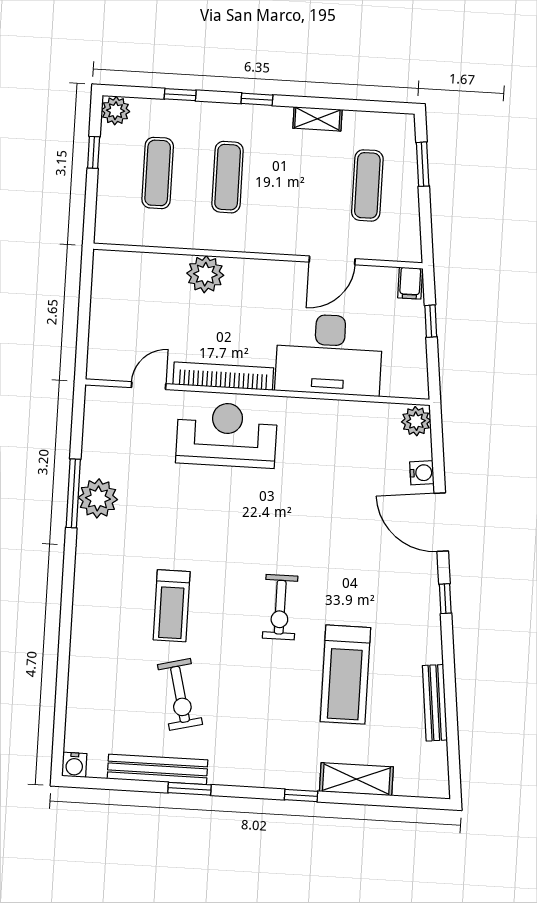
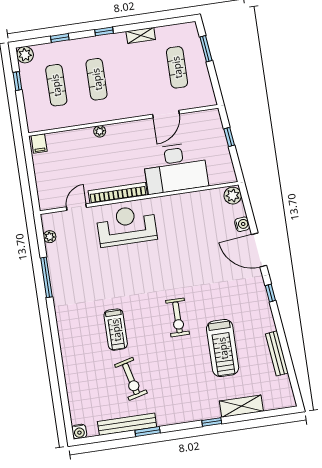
plant: (205, 274) -> (100, 131), width x0.53, depth x0.53
filing cabinet: (410, 283) -> (39, 143), moved
plant: (98, 498) -> (50, 237), moved, width x0.53, depth x0.53

